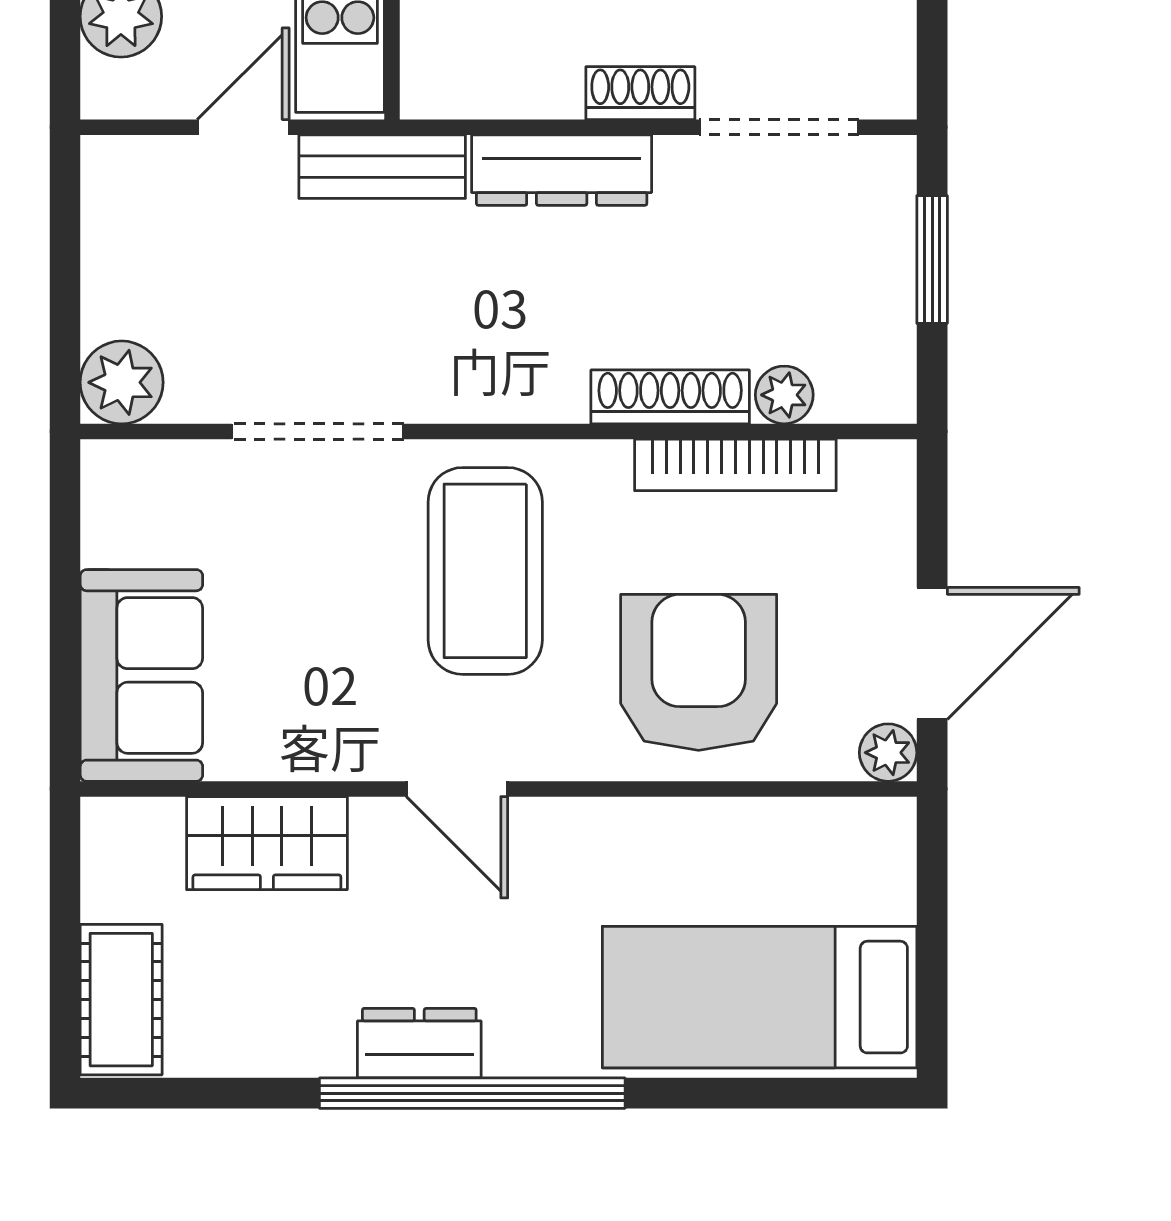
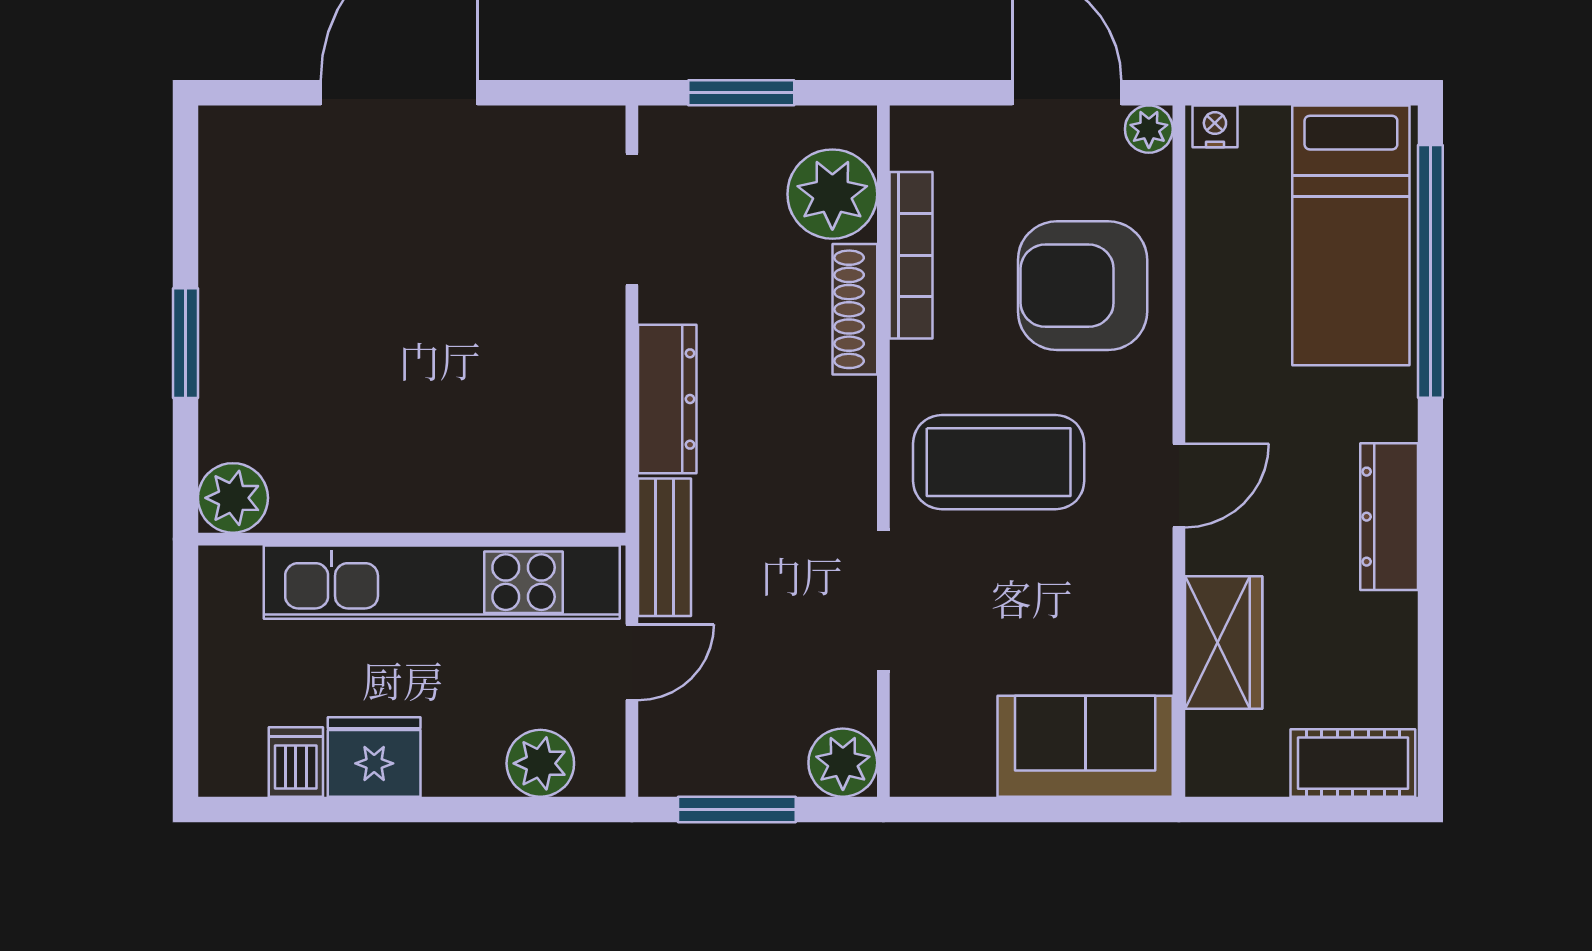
shoe rack: (640, 93) -> (604, 334), removed
door: (243, 127) -> (632, 662), swing flipped
window: (65, 254) -> (737, 809), added
plant: (784, 395) -> (832, 194), width x1.88, depth x1.88
nightstand: (891, 833) -> (1215, 126), added
dresser: (419, 1043) -> (1389, 517), width x1.44
window: (472, 1093) -> (1430, 271), moved

